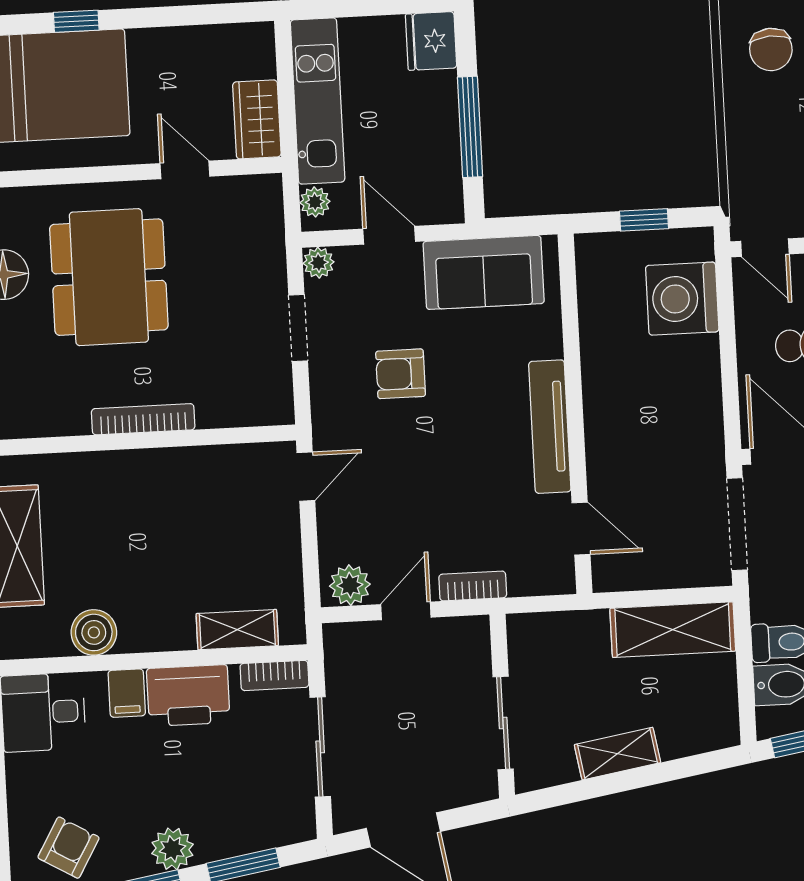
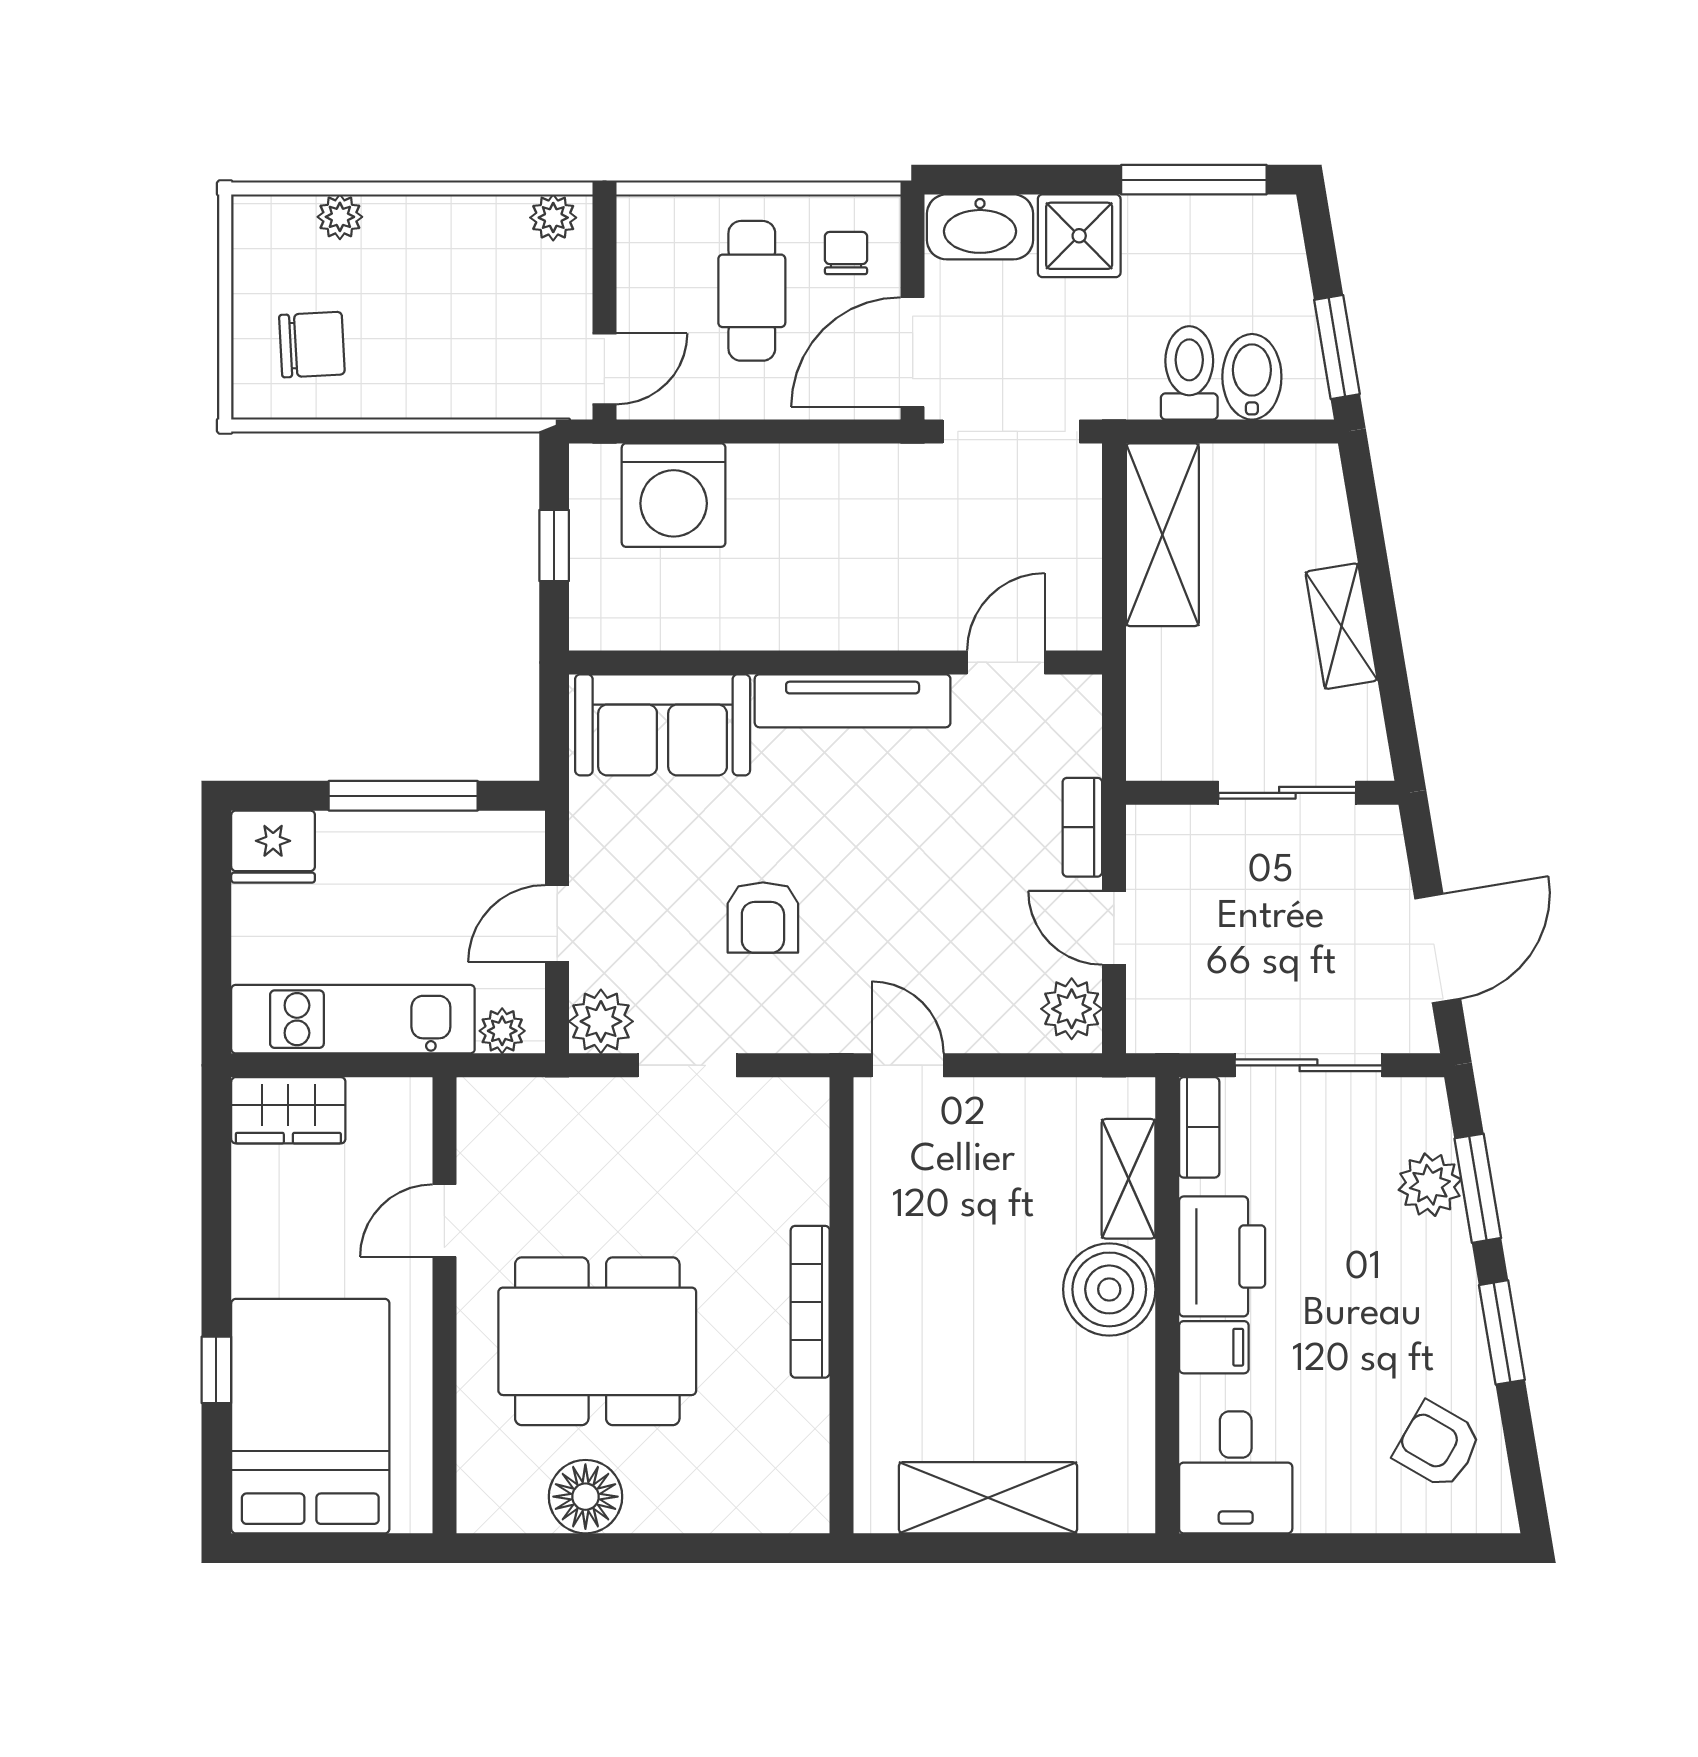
wardrobe: (257, 119) -> (288, 1110), moved
plant: (319, 263) -> (601, 1021), width x1.38, depth x1.38
sofa: (484, 272) -> (663, 725), moved, turned 90
boiler: (94, 632) -> (1109, 1289), moved, width x1.37, depth x1.37
plant: (172, 849) -> (1430, 1185), moved

